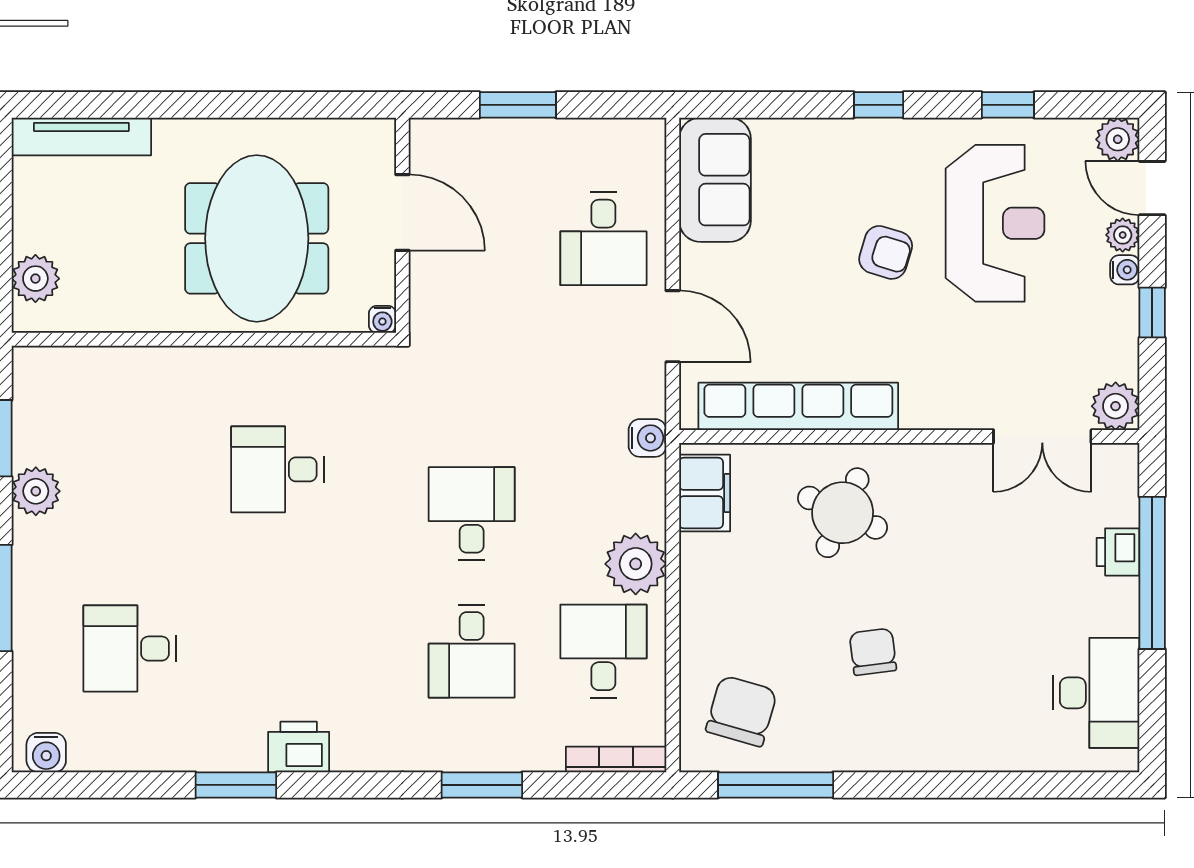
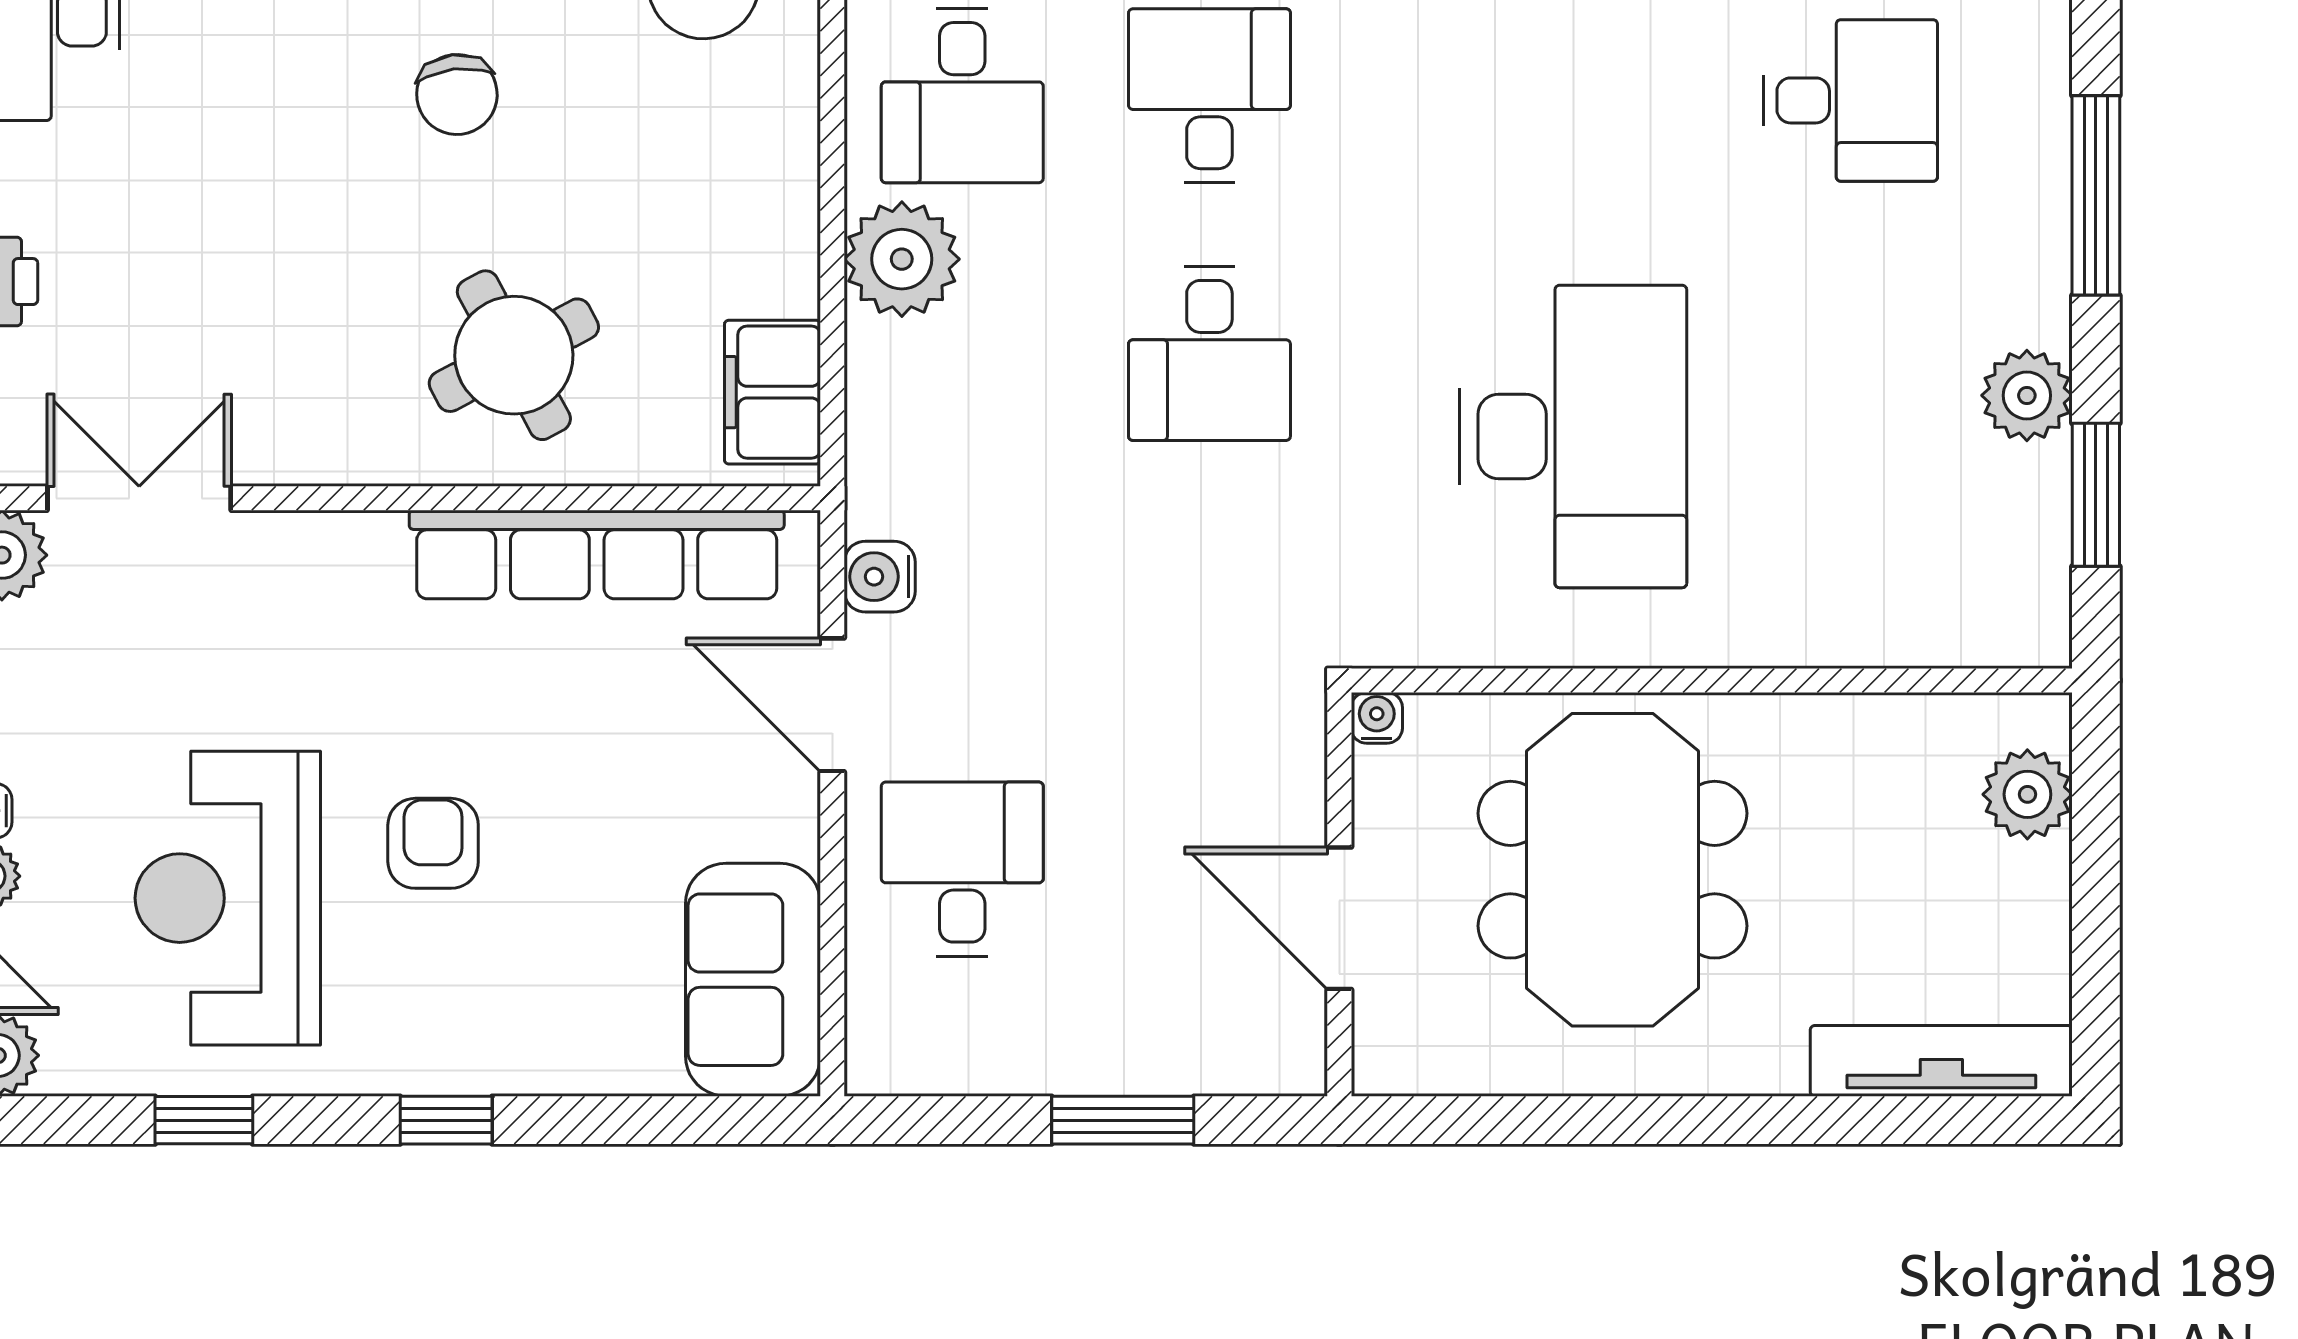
armchair: (886, 252) -> (433, 843), turned 73
water cooler: (647, 438) -> (880, 577), moved
desk: (278, 469) -> (1573, 436), width x1.87, depth x1.30
round table: (843, 513) -> (514, 355), turned 38

